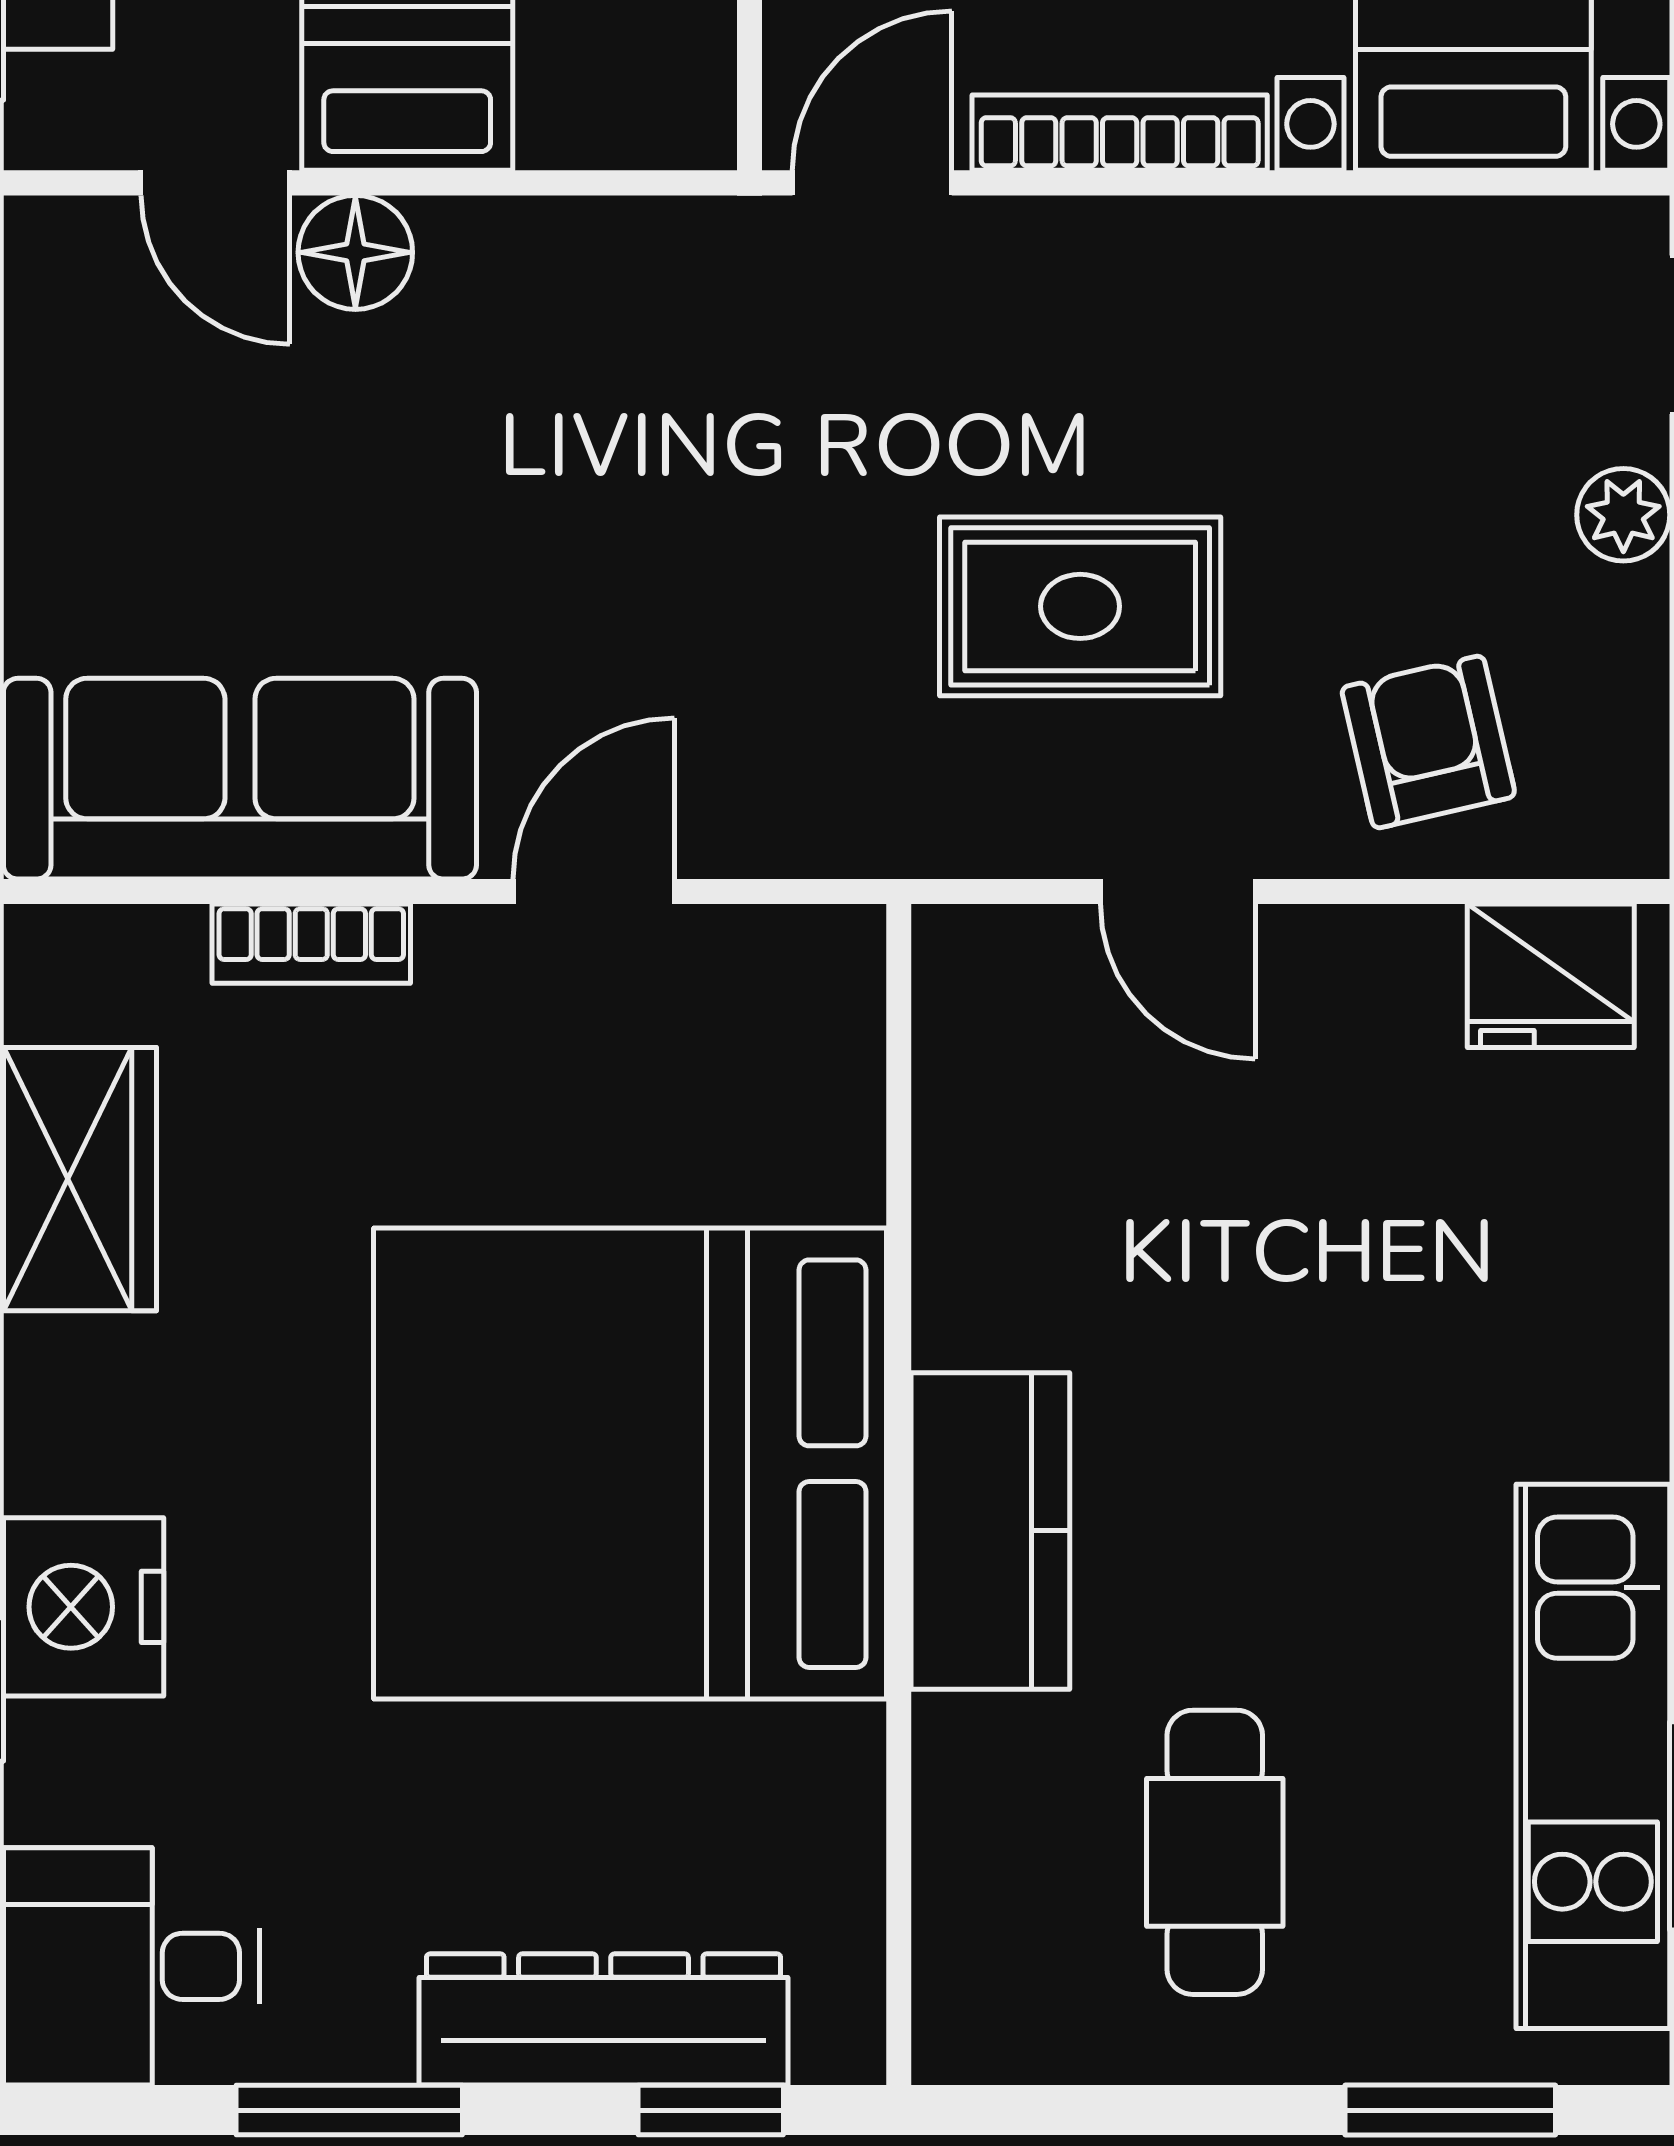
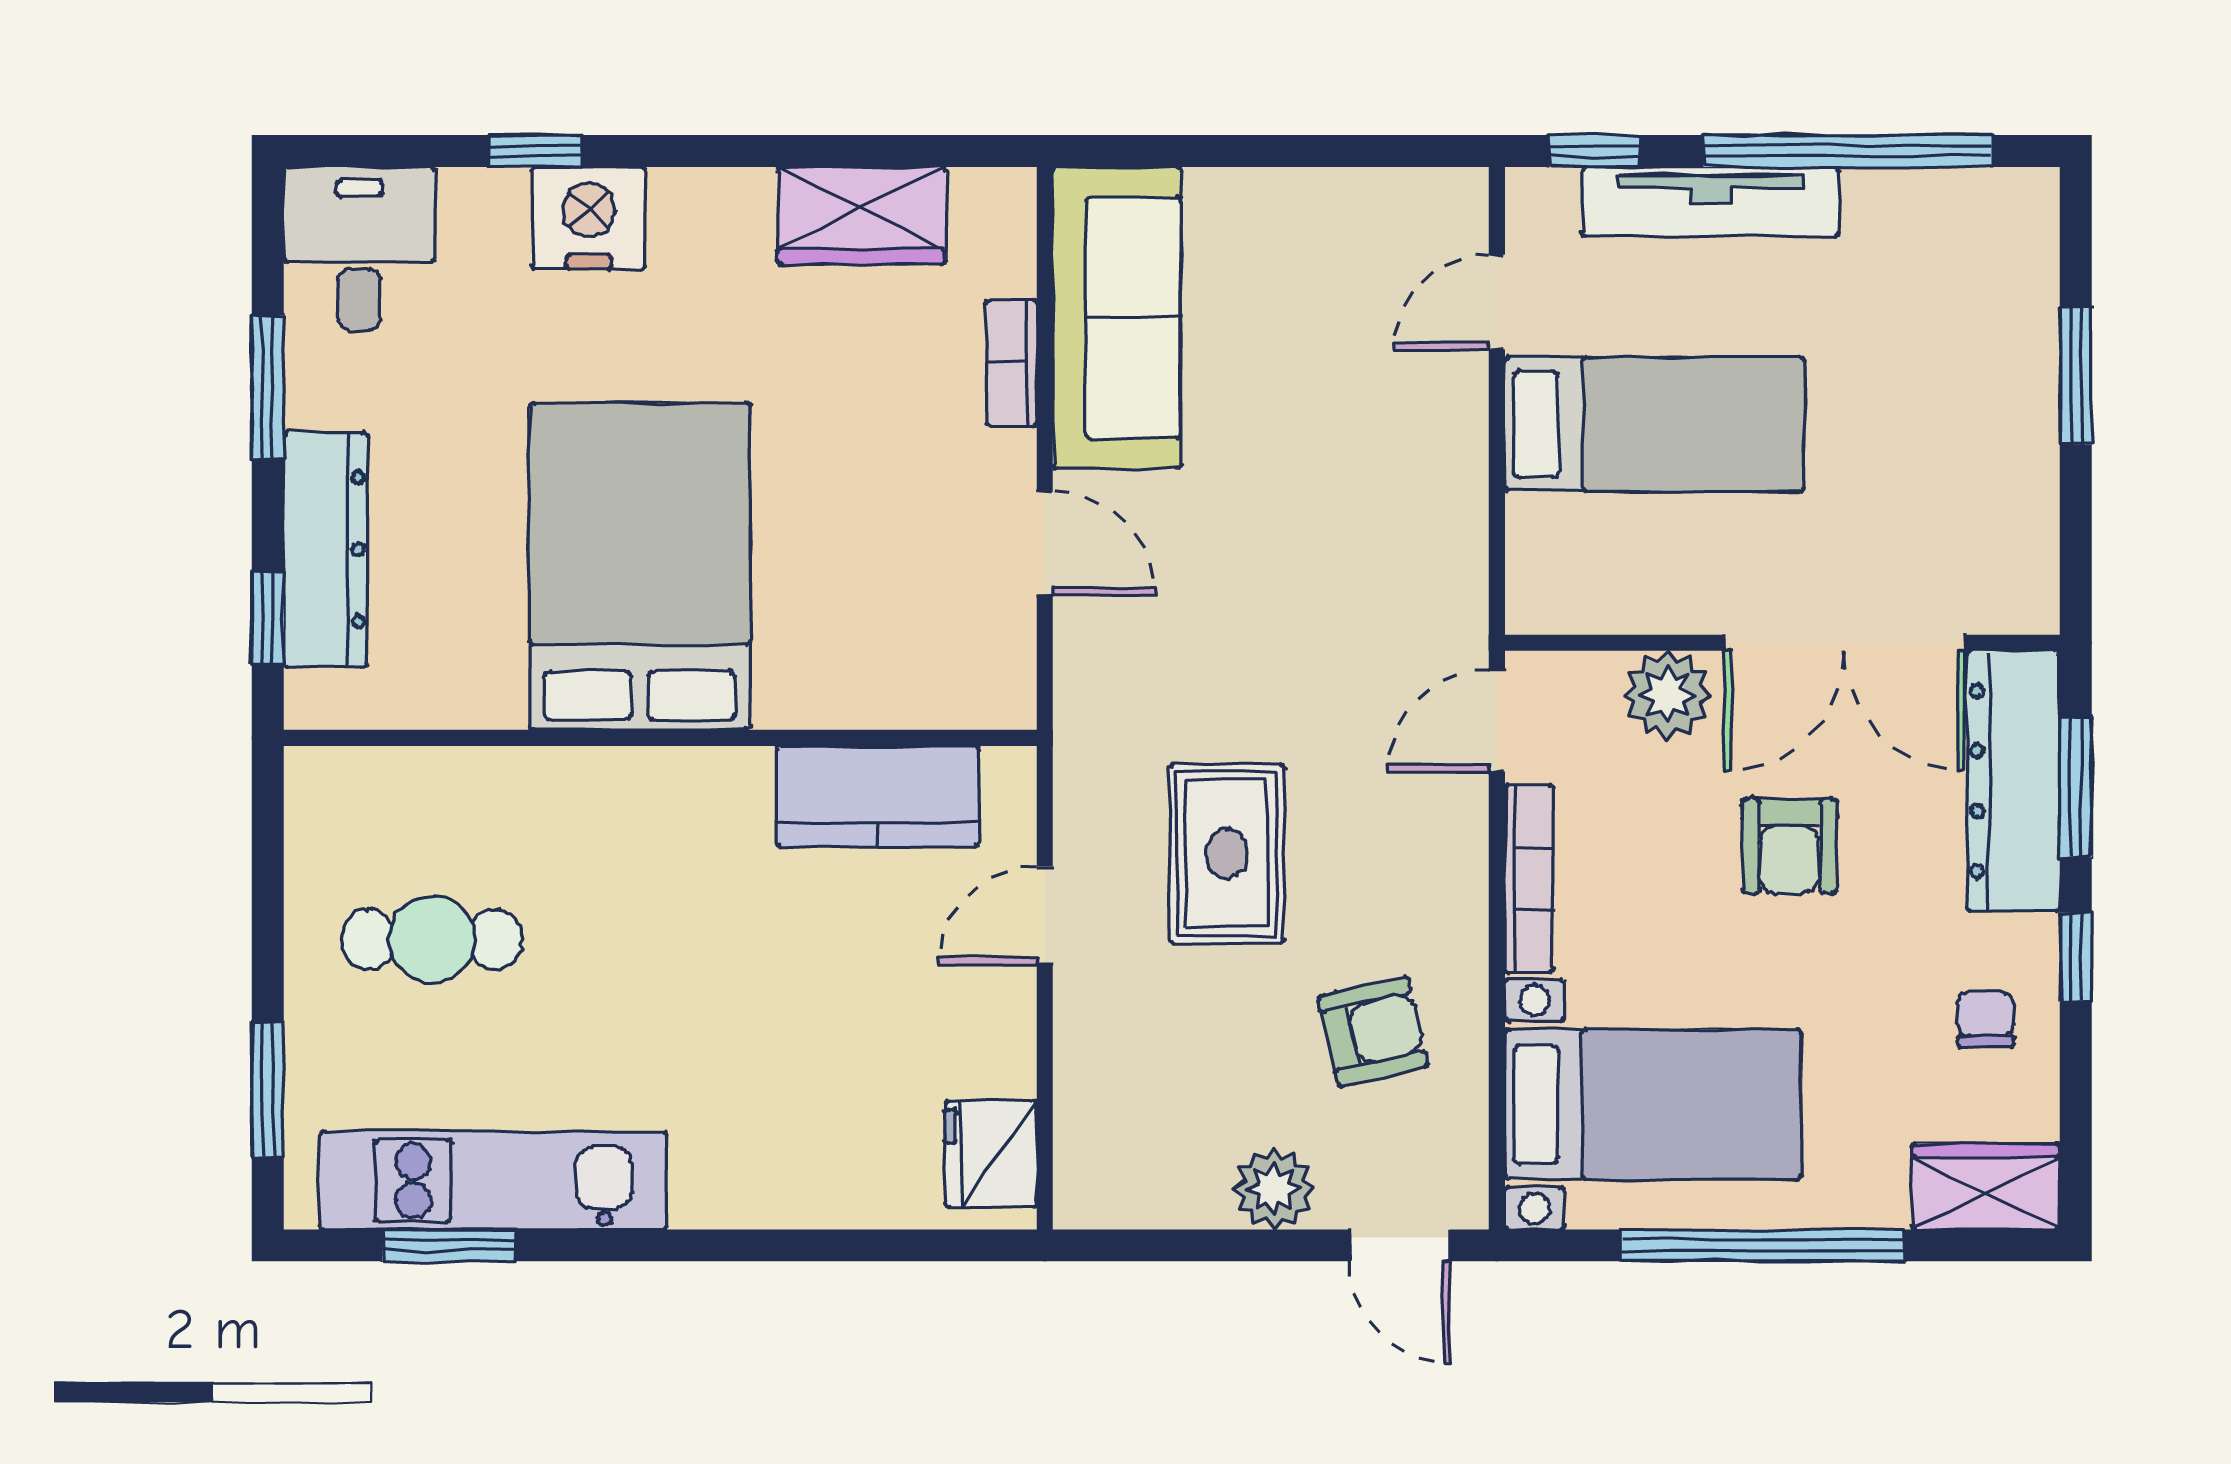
door: (872, 183) -> (1497, 721), swing flipped
floor lamp: (355, 252) -> (1452, 391), removed
plant: (1623, 515) -> (1274, 1189), width x1.38, depth x1.38
armchair: (1428, 742) -> (1373, 1032), moved
bed: (630, 1464) -> (640, 567), width x0.73
kitchen counter: (990, 1531) -> (878, 796), moved

